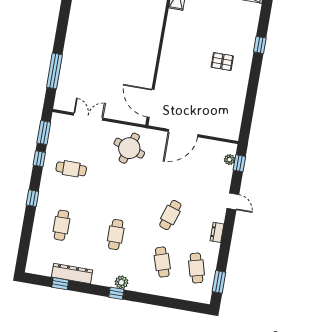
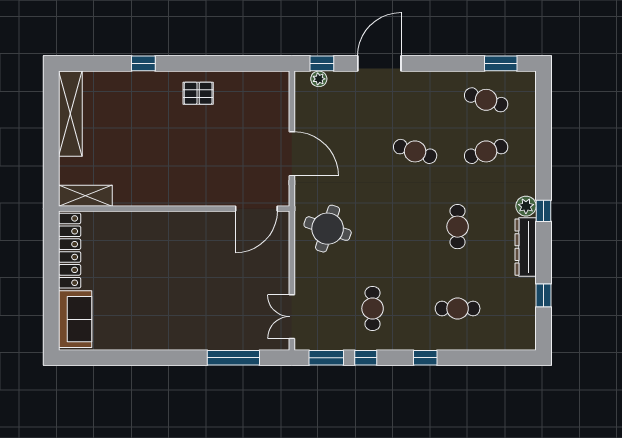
pallet: (222, 62) -> (198, 93), moved, turned 90
double door: (88, 117) -> (292, 317), moved
door: (233, 201) -> (379, 63), width x1.88
dresser: (217, 232) -> (429, 79), removed
cafe table: (116, 235) -> (458, 227), turned 90
cafe table: (196, 268) -> (486, 100), turned 33
dresser: (72, 273) -> (526, 247), moved

